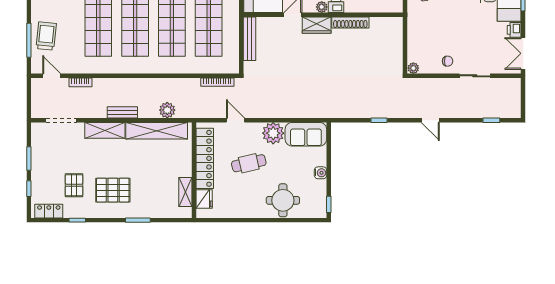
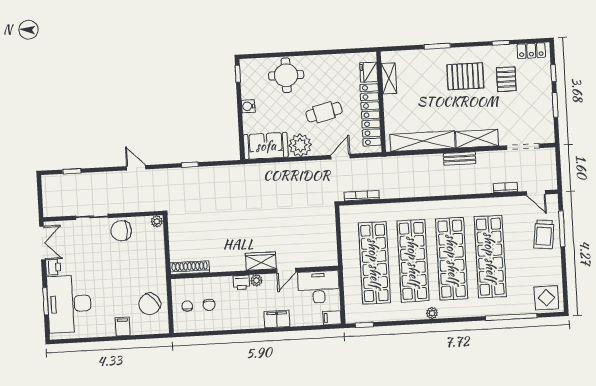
shoe rack: (350, 22) -> (190, 268), moved
bench: (250, 39) -> (330, 243), removed
chair: (448, 61) -> (121, 231), width x1.87, depth x1.87
plant: (167, 110) -> (413, 163), removed
door: (235, 120) -> (341, 157), swing flipped

